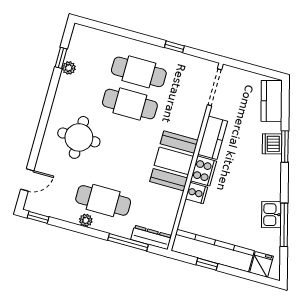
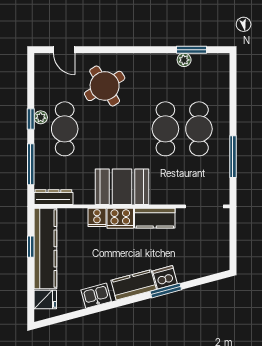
window: (174, 47) -> (233, 157), width x2.17
window: (61, 58) -> (192, 50), width x1.50
kitchen counter: (272, 101) -> (134, 285), moved
round table: (79, 137) -> (105, 86), moved, turned -32
window: (38, 217) -> (31, 119), moved
window: (284, 225) -> (90, 311), removed
dresser: (151, 237) -> (53, 197), moved, turned -90

